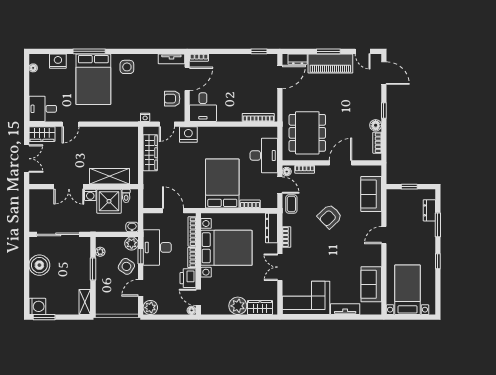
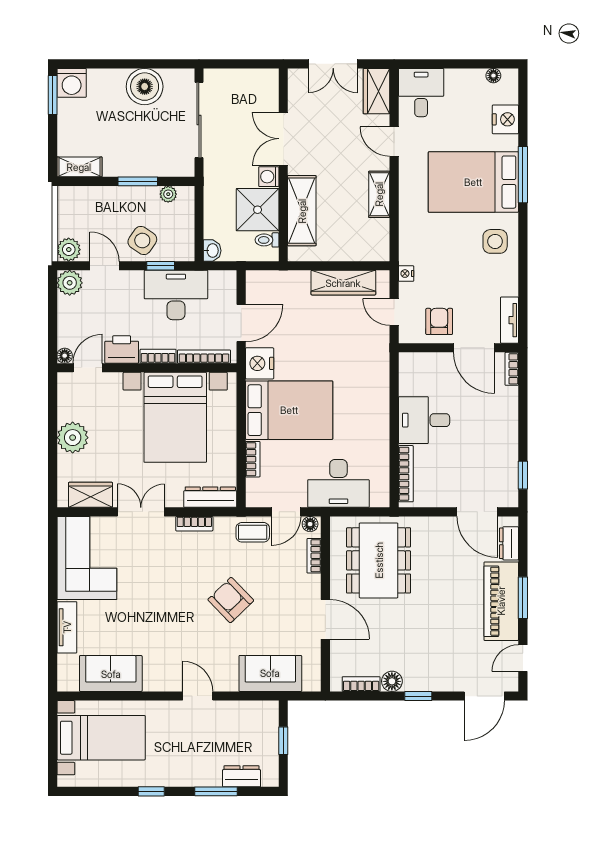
desk: (203, 107) -> (424, 420), moved
shelving: (100, 132) -> (379, 194), added
dining table: (307, 133) -> (379, 560), turned 90
nightstand: (188, 134) -> (260, 363), moved, turned 180
plant: (132, 244) -> (69, 250), moved
wardrobe: (260, 307) -> (90, 495), moved, turned -90

